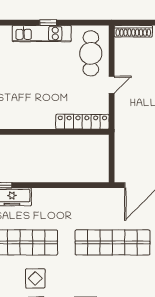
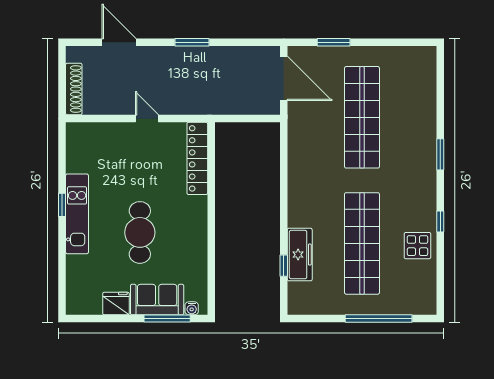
cafe table: (91, 53) -> (140, 232), moved, turned 90
display table: (35, 278) -> (417, 246), moved

